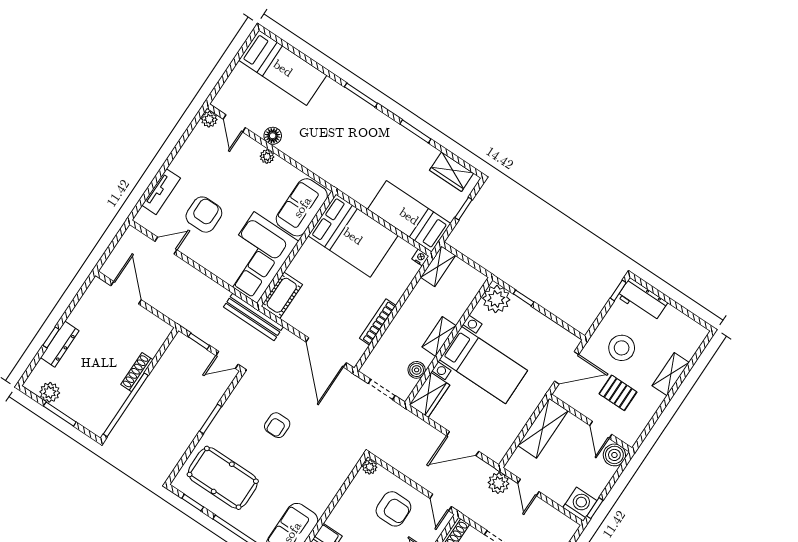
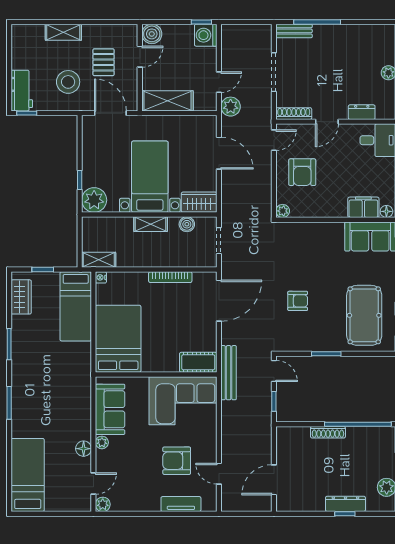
sofa: (302, 207) -> (110, 409), moved, turned -90
armchair: (393, 509) -> (302, 172), turned 180

